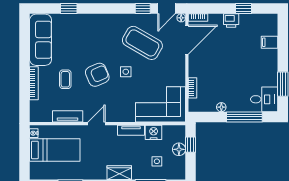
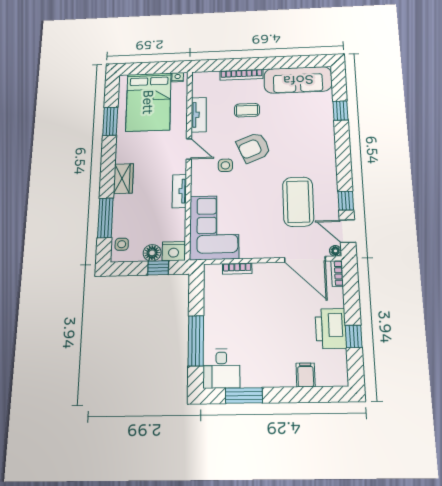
printer: (231, 21) -> (331, 329), width x1.87, depth x1.48
coffee table: (142, 43) -> (298, 202), turned -30
side table: (126, 72) -> (225, 165), moved
armchair: (97, 75) -> (254, 148), turned 91
floor lamp: (221, 107) -> (210, 308), removed
nightstand: (154, 132) -> (174, 251), moved, turned 90
bed: (55, 150) -> (148, 102), width x1.50
side table: (157, 161) -> (122, 244), moved

